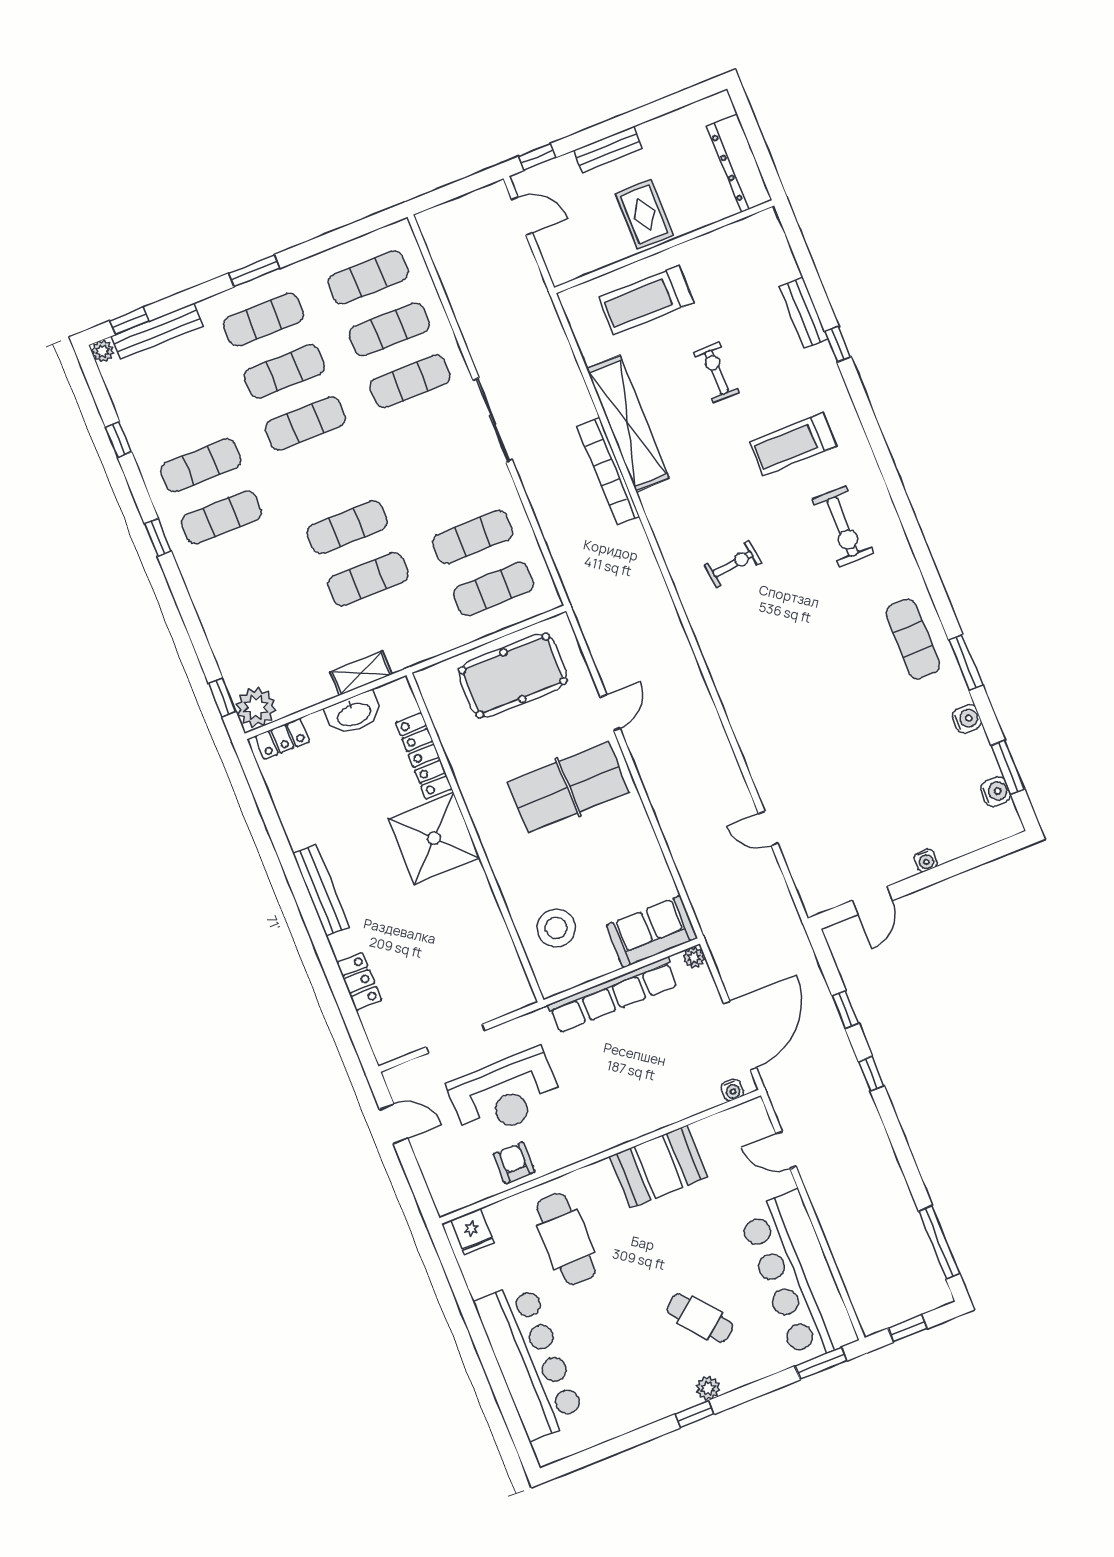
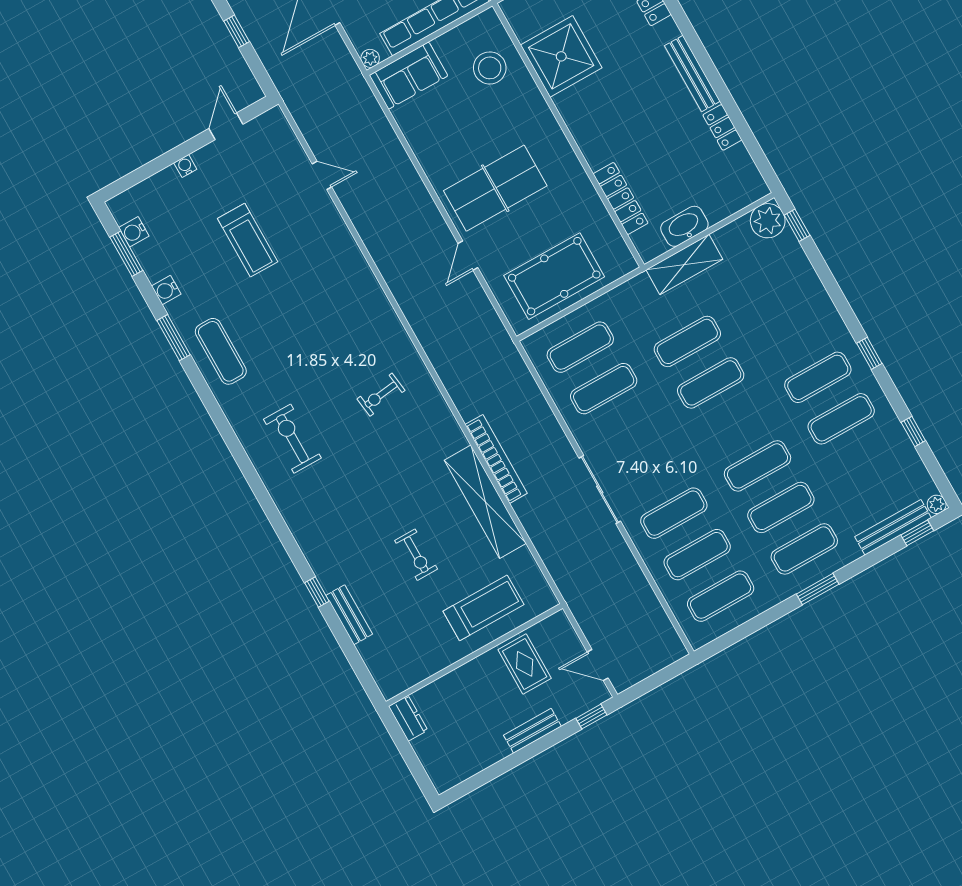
dresser: (739, 163) -> (408, 718), width x0.51, depth x0.80
rug: (644, 214) -> (525, 664), moved
treadmill: (793, 444) -> (248, 240), moved, turned 90
shelving: (361, 673) -> (684, 264), width x1.50, depth x1.33
locker: (282, 739) -> (722, 127), moved, turned -90
shower: (434, 838) -> (561, 56), moved

